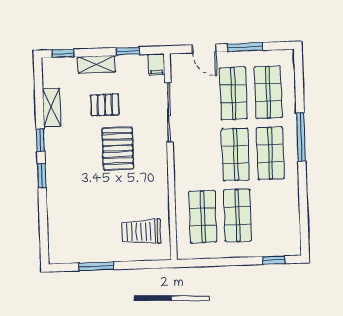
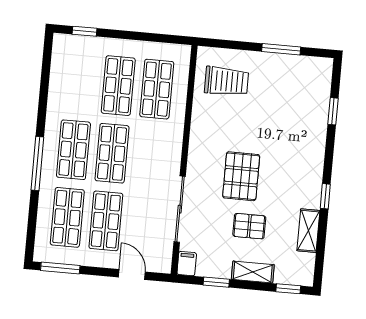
window: (245, 47) -> (60, 268), moved
window: (42, 176) -> (333, 111), moved

